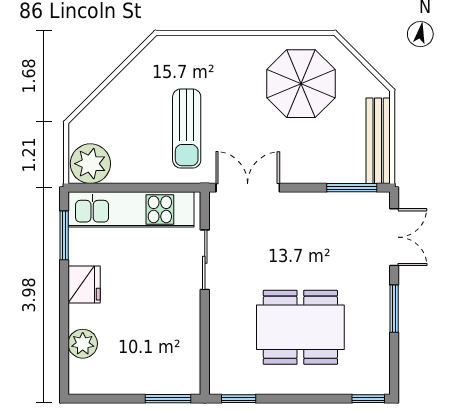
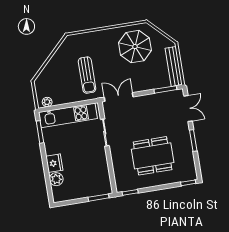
plant: (90, 164) -> (47, 102), width x0.53, depth x0.53
fridge: (84, 284) -> (54, 163), moved

